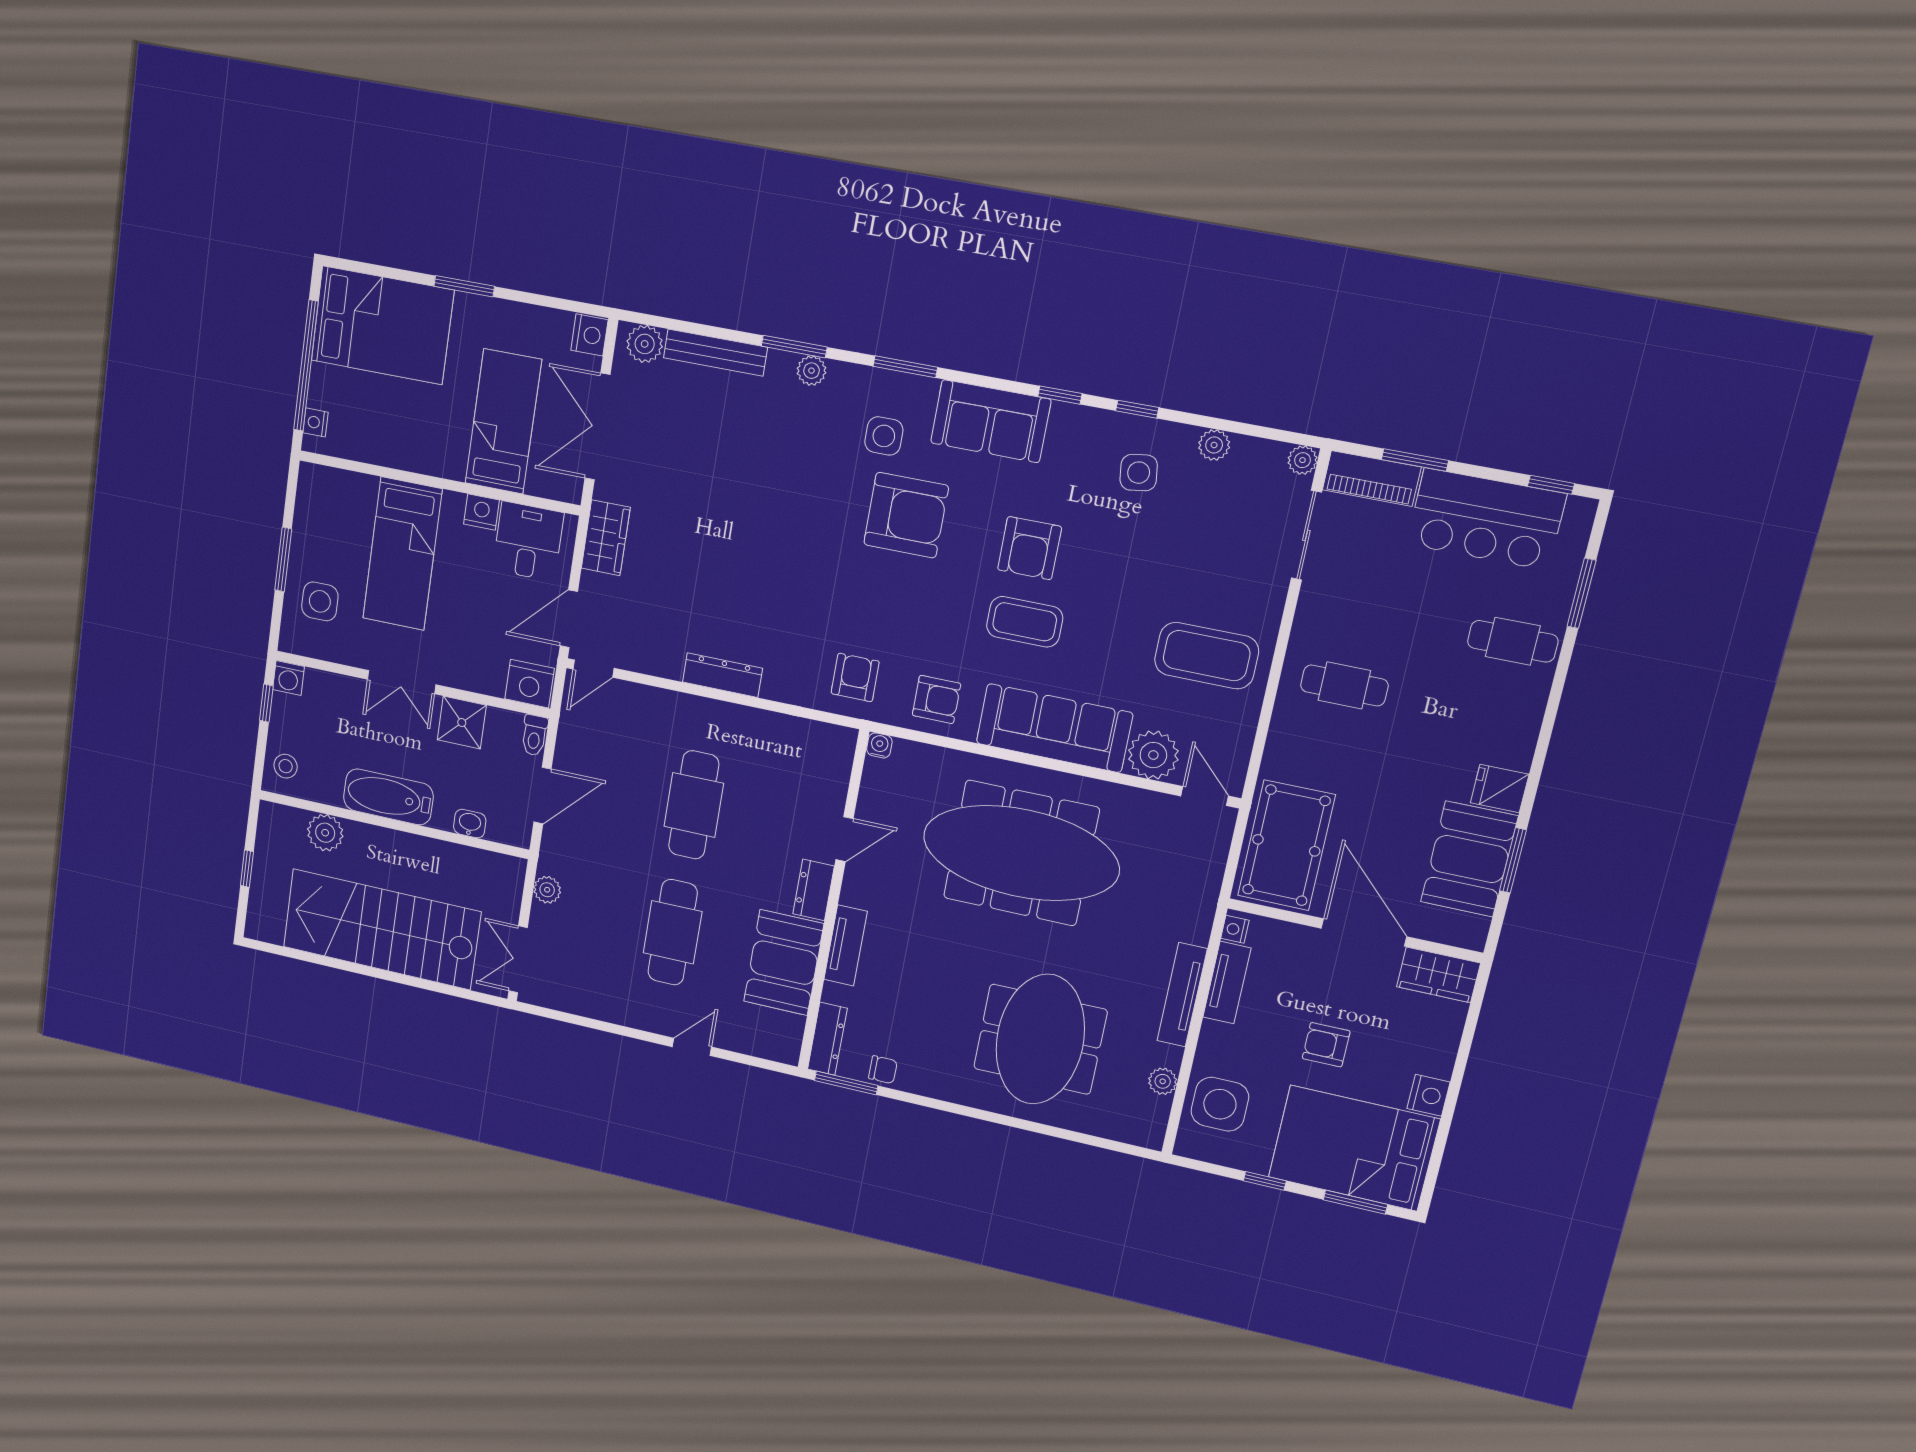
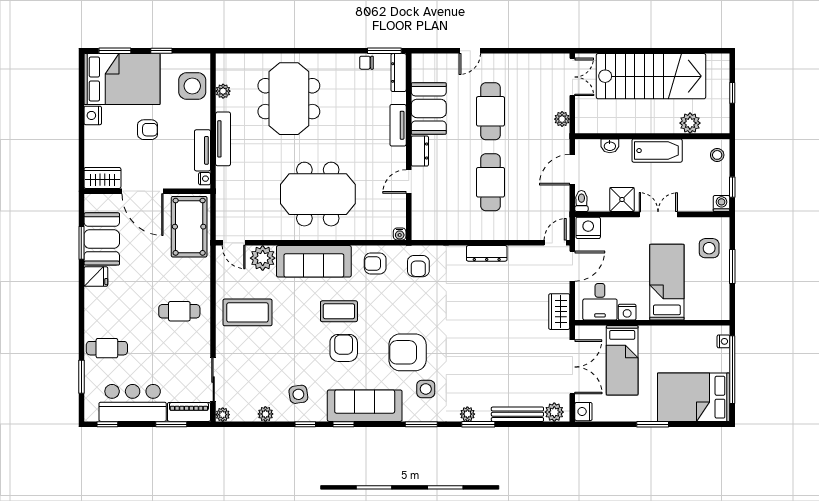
sofa: (991, 421) -> (365, 406), width x1.36
meeting table: (1021, 853) -> (318, 194), width x0.73

